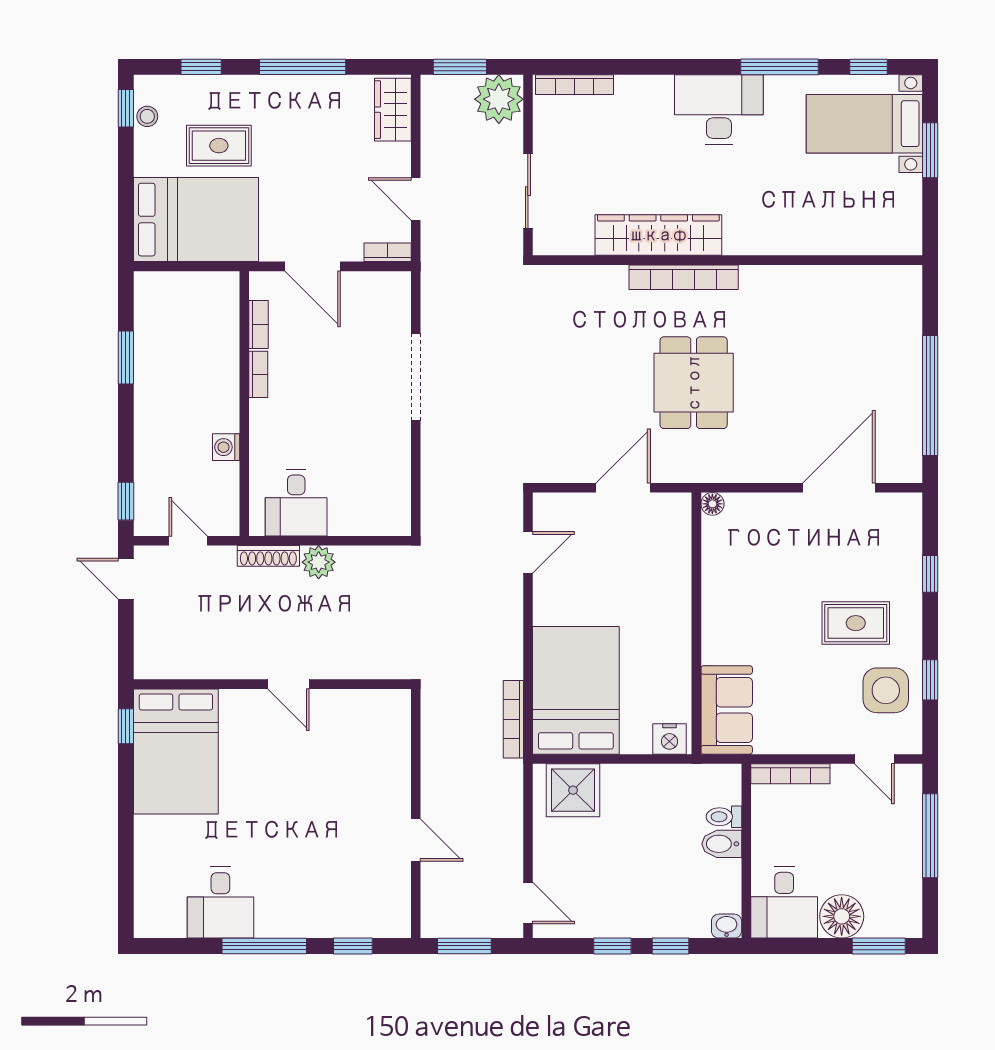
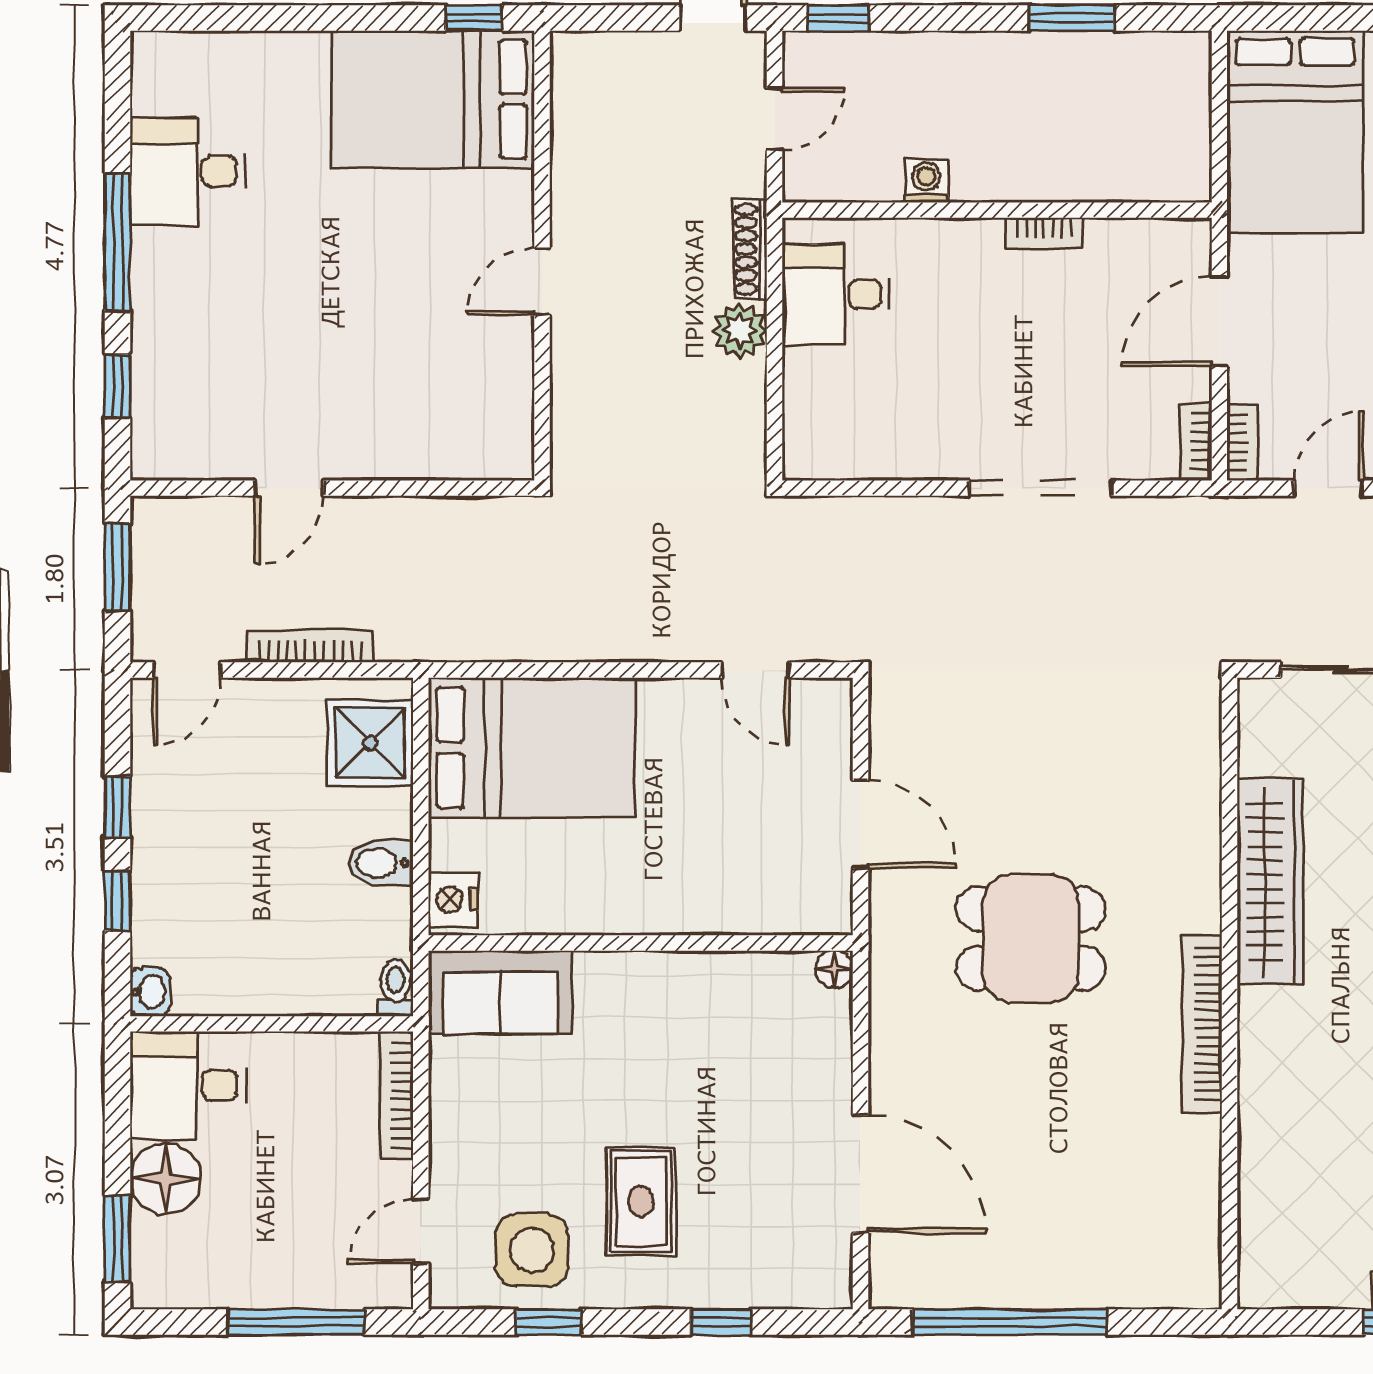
bookcase: (684, 277) -> (1202, 1024), moved
bookcase: (259, 325) -> (1196, 441), moved, turned 90
bookcase: (513, 719) -> (310, 646), moved
toilet: (724, 817) -> (396, 988), moved
bidet: (722, 844) -> (381, 863), moved, turned -90

